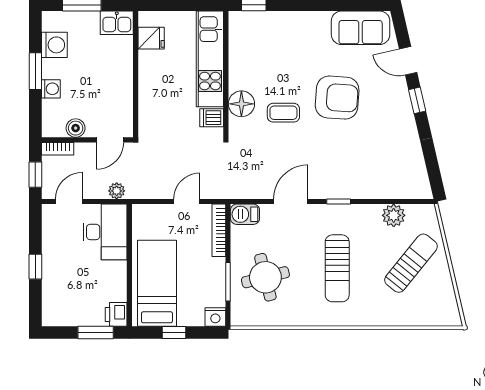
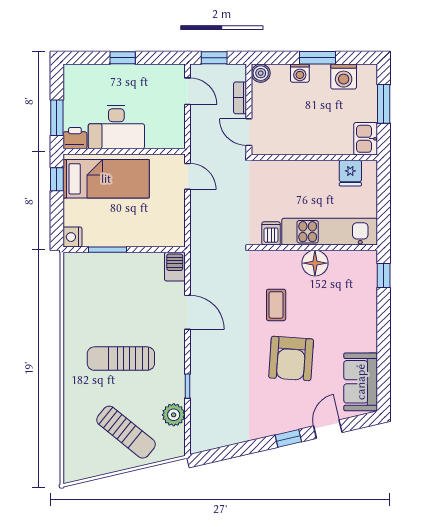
floor lamp: (241, 104) -> (315, 263), moved
boiler: (76, 128) -> (261, 73), moved
bookcase: (58, 149) -> (240, 98), moved
plant: (117, 191) -> (198, 139), removed
door: (187, 202) -> (188, 176), moved
window: (339, 202) -> (188, 386), moved
bookcase: (219, 230) -> (159, 241), removed
desk: (105, 232) -> (116, 127), moved
round table: (265, 277) -> (112, 287), removed
window: (174, 333) -> (57, 179), moved

